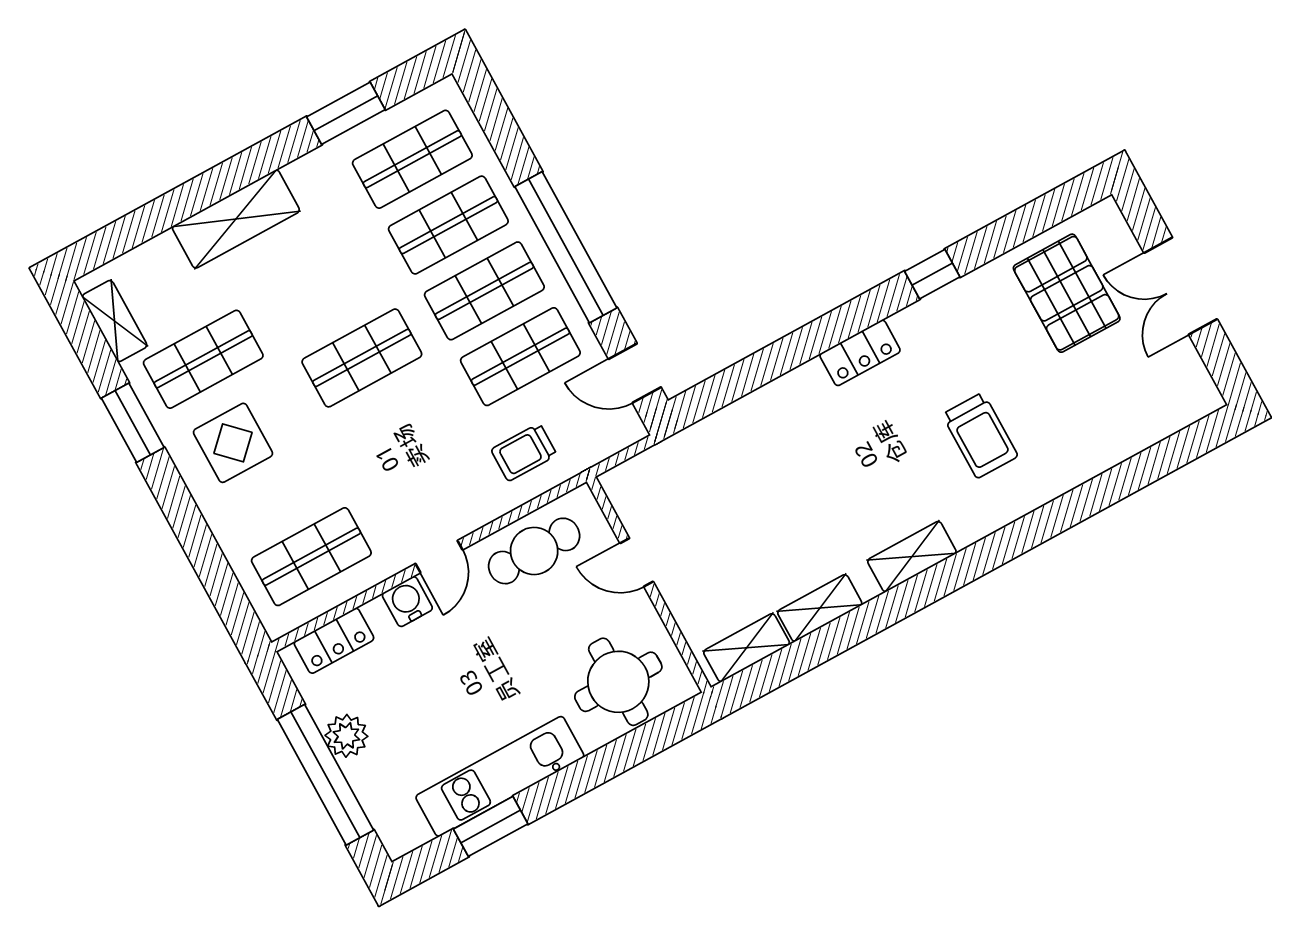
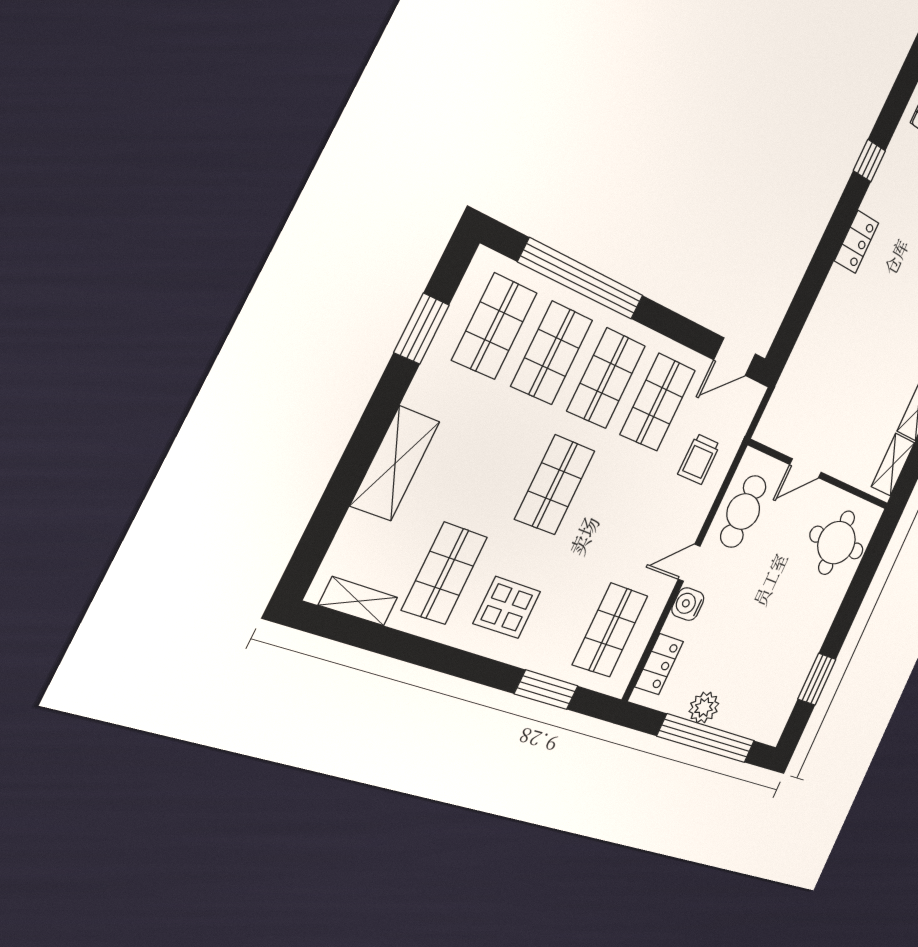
window: (566, 247) -> (582, 279), moved
window: (133, 423) -> (546, 690), moved
door: (439, 557) -> (689, 563), swing flipped
kitchen unit: (500, 776) -> (805, 650), removed

